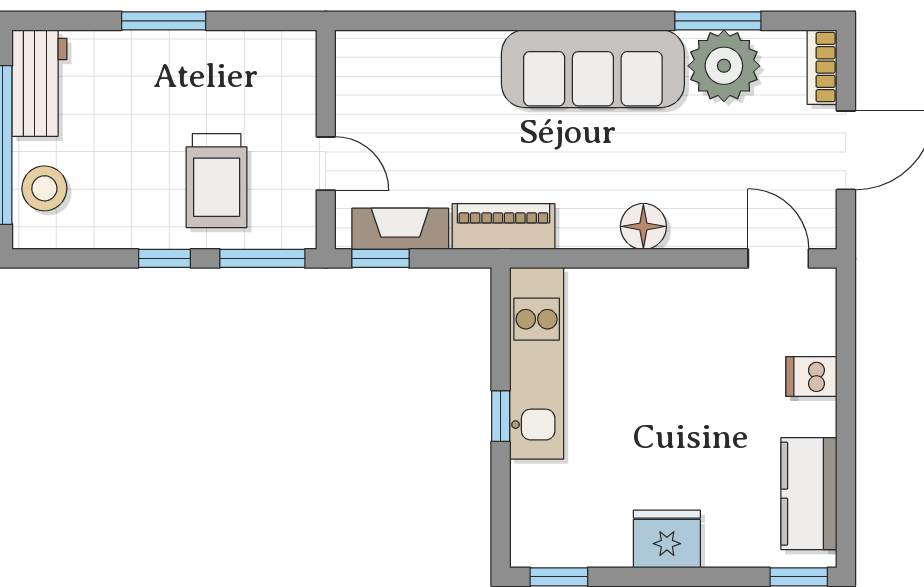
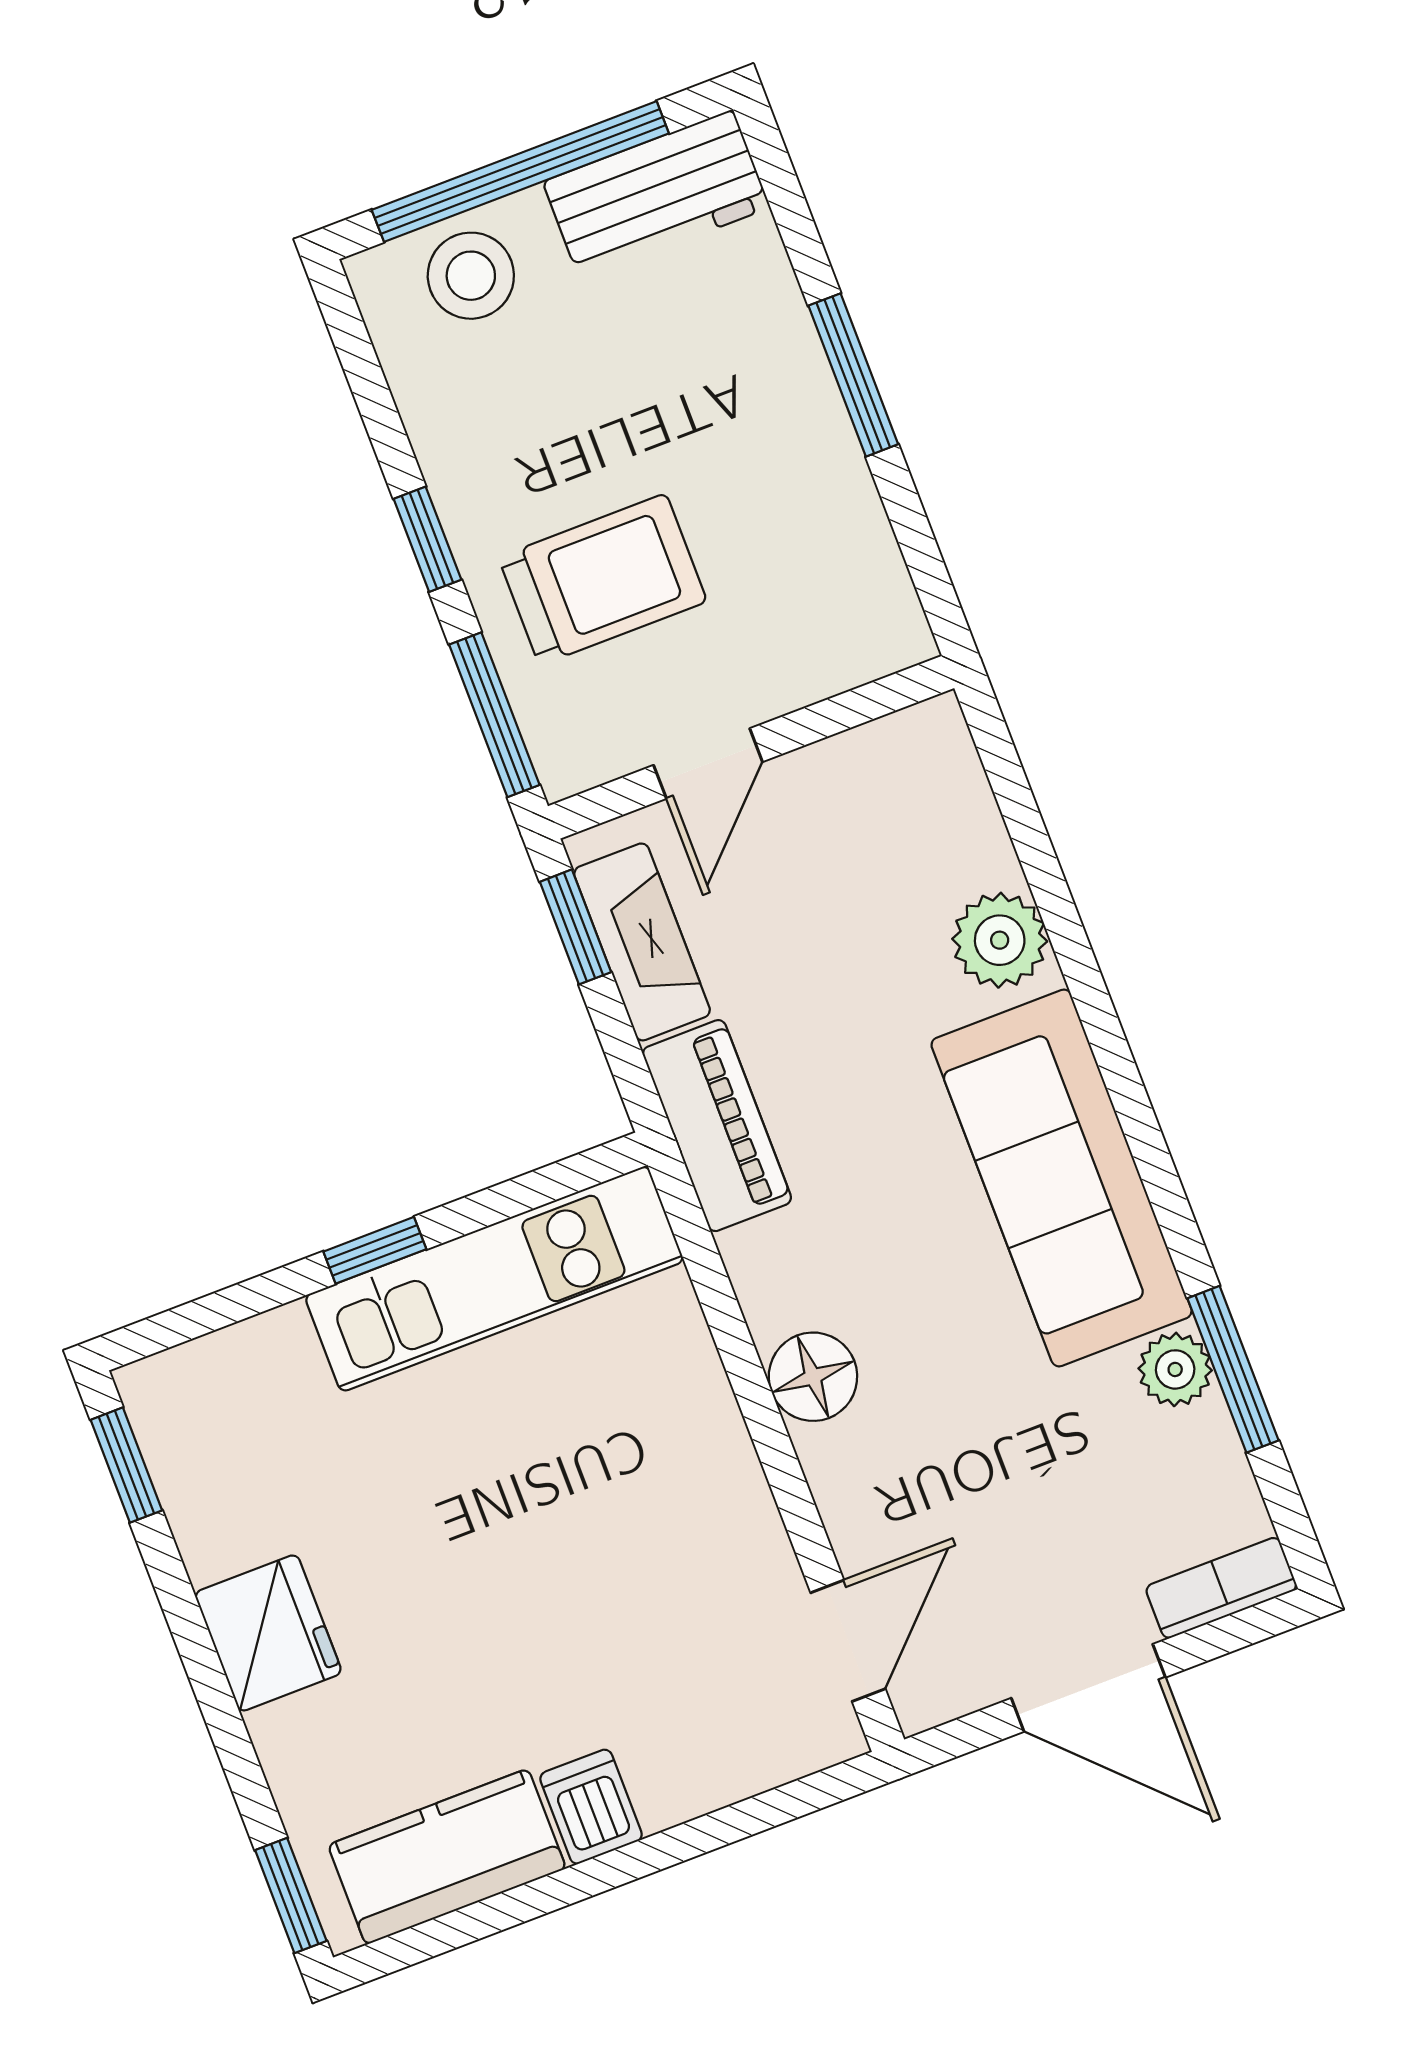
plant: (466, 55) -> (1000, 940), added
plant: (724, 66) -> (1175, 1369), width x0.53, depth x0.53
trolley: (217, 181) -> (603, 579), turned 180
dishwasher: (811, 377) -> (591, 1807), moved

